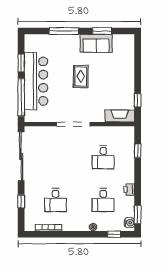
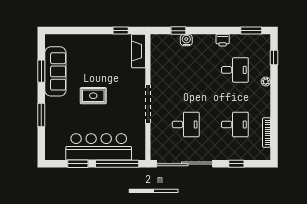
window: (64, 31) -> (41, 115), width x0.69
sofa: (96, 43) -> (55, 71), width x1.36
desk: (103, 157) -> (186, 124), moved
water cooler: (129, 223) -> (186, 40), moved

